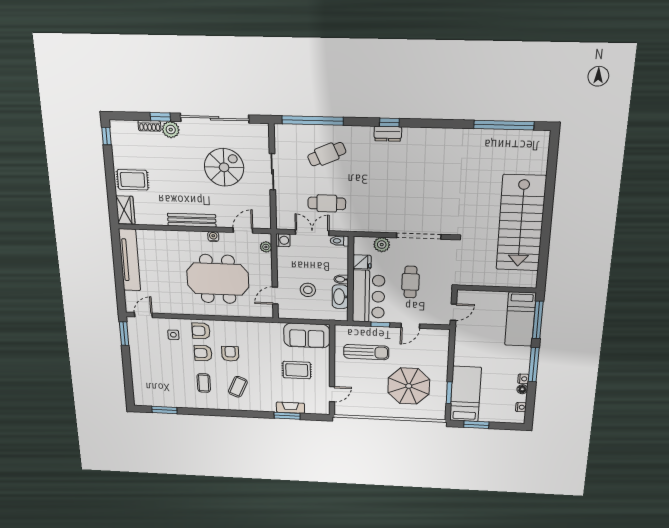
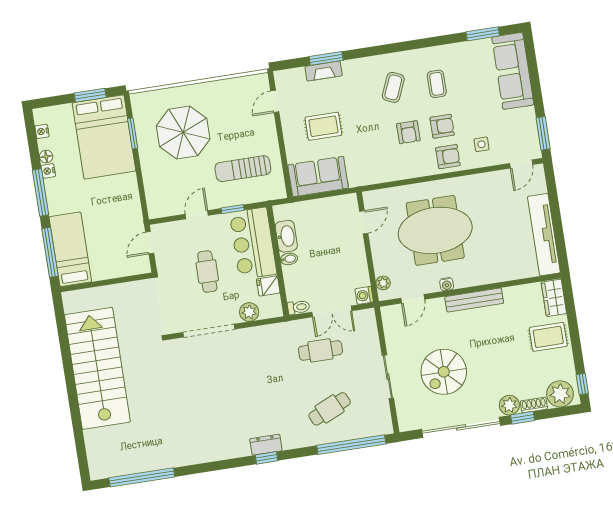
plant: (126, 131) -> (560, 394), added
stool: (308, 290) -> (326, 238), removed
sofa: (144, 381) -> (513, 71), added
bed: (465, 394) -> (104, 137), width x1.50

